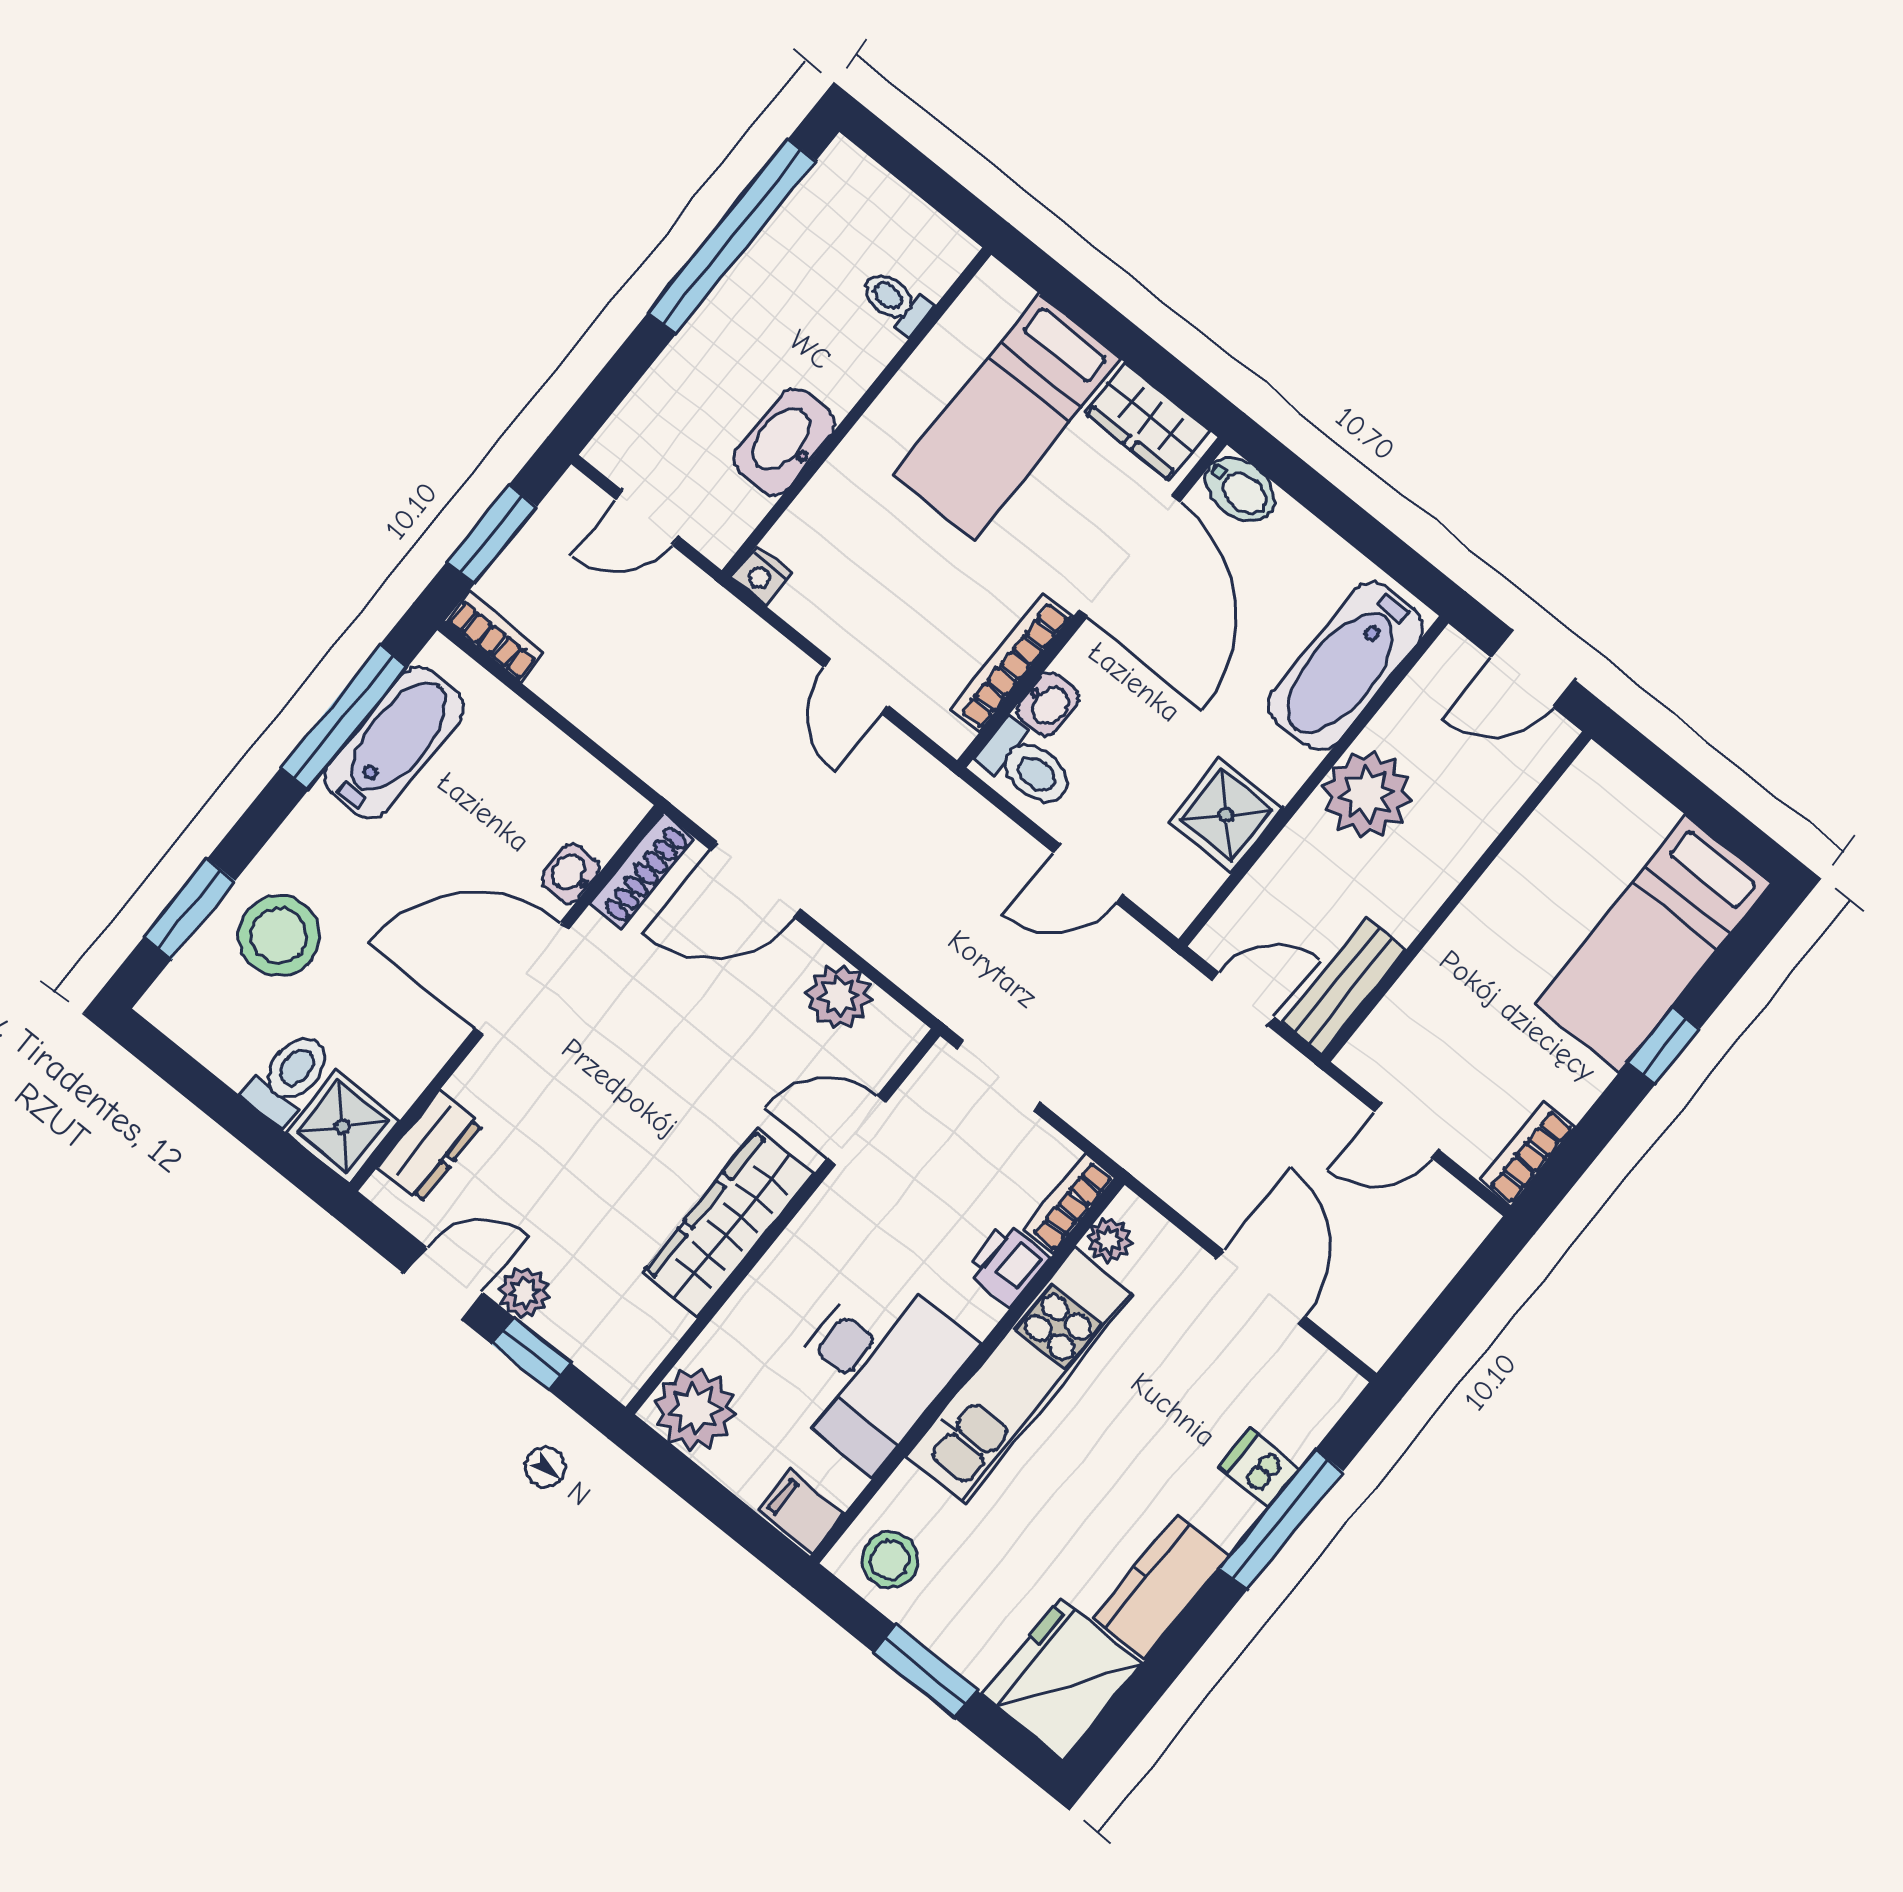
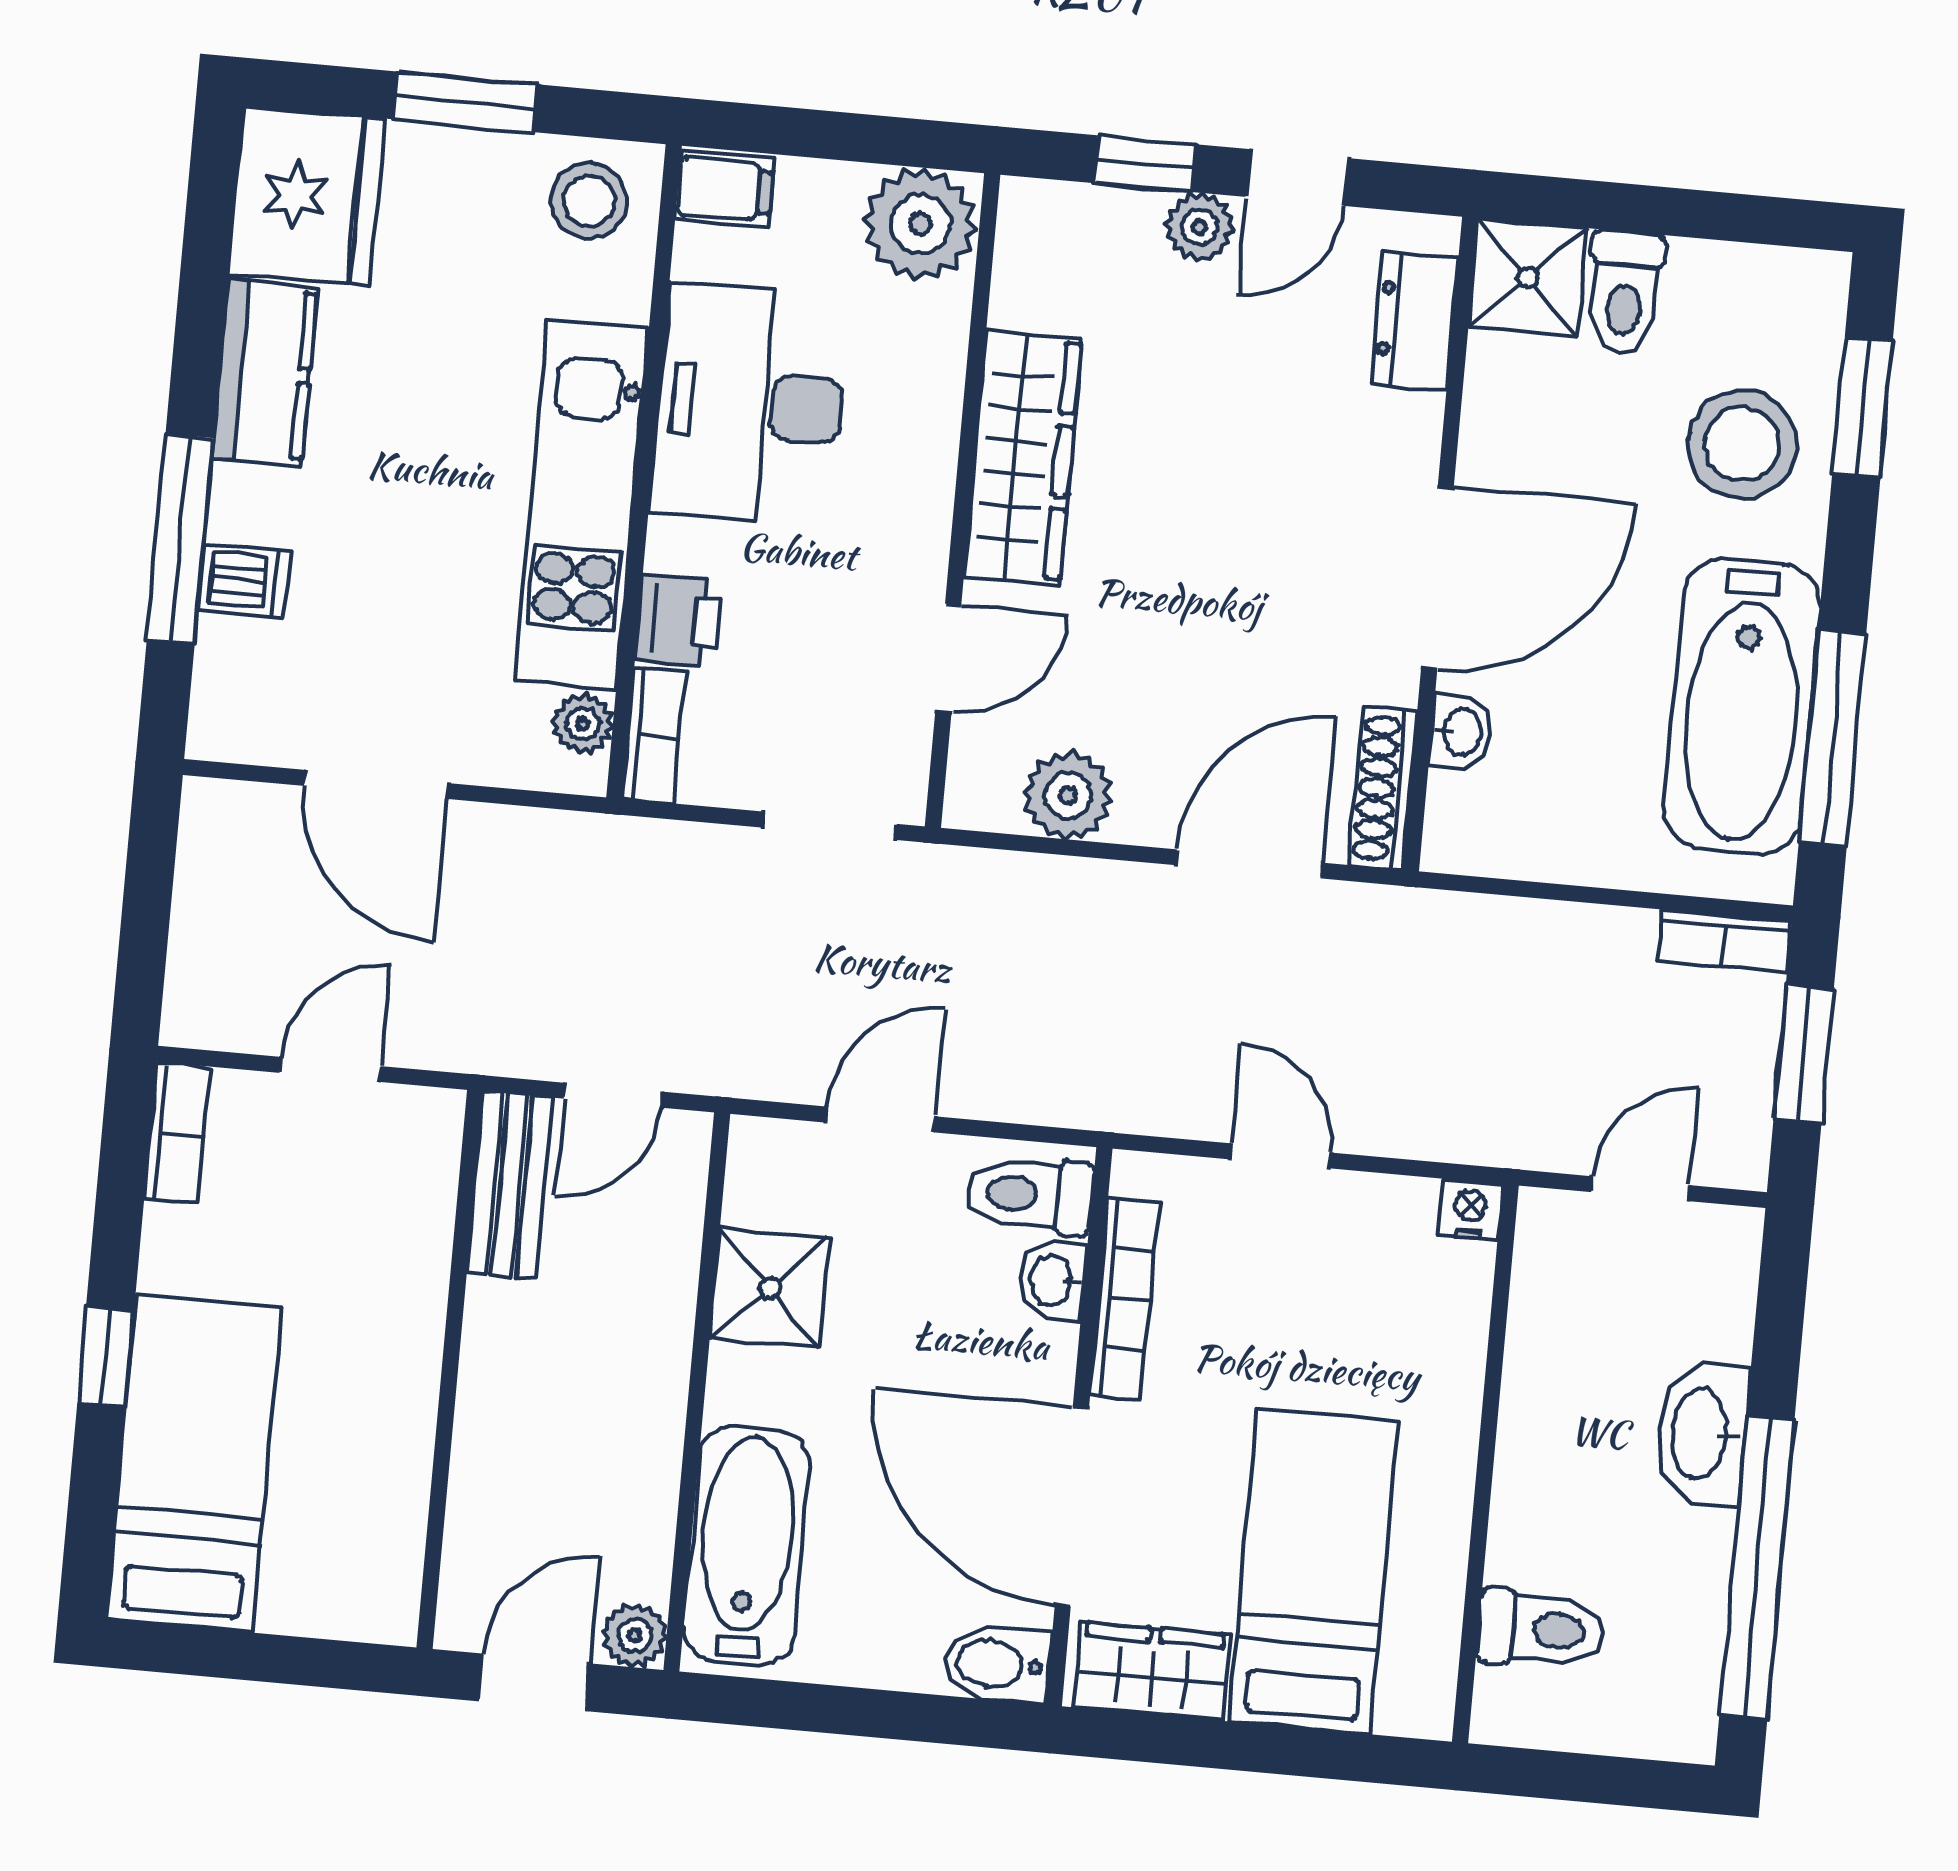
toilet: (896, 301) -> (1541, 1629), width x1.37, depth x1.39
washbasin: (784, 442) -> (1702, 1434), moved, turned 180
bathtub: (394, 743) -> (1742, 707), width x1.36, depth x1.36
plant: (1367, 794) -> (635, 1635), moved, width x0.53, depth x0.53

